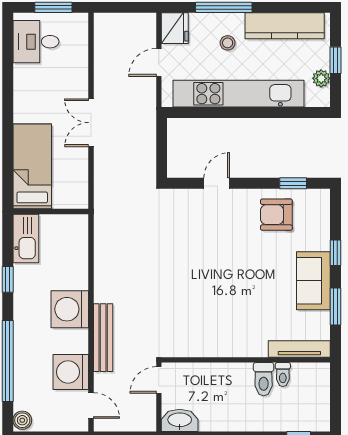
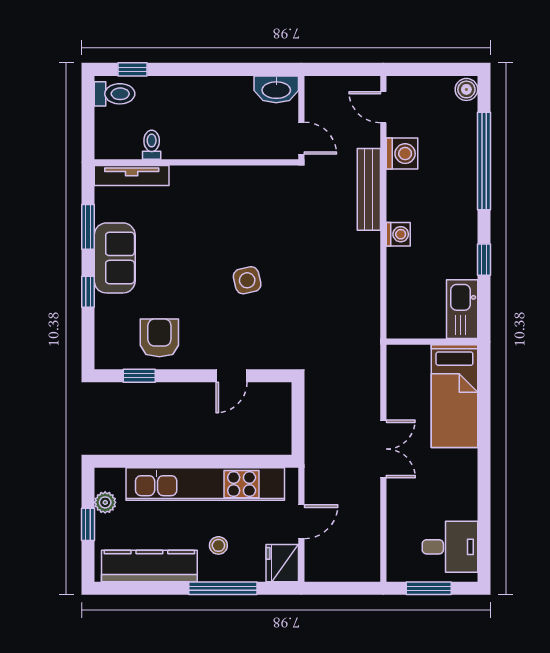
armchair: (276, 215) -> (159, 338), turned -90
side table: (204, 262) -> (247, 280), added
washing machine: (70, 309) -> (398, 234), width x0.53, depth x0.53
washing machine: (71, 372) -> (402, 154), width x0.73, depth x0.73
toilet: (264, 379) -> (115, 94), moved, turned 90
door: (159, 380) -> (301, 138), hinge flipped

